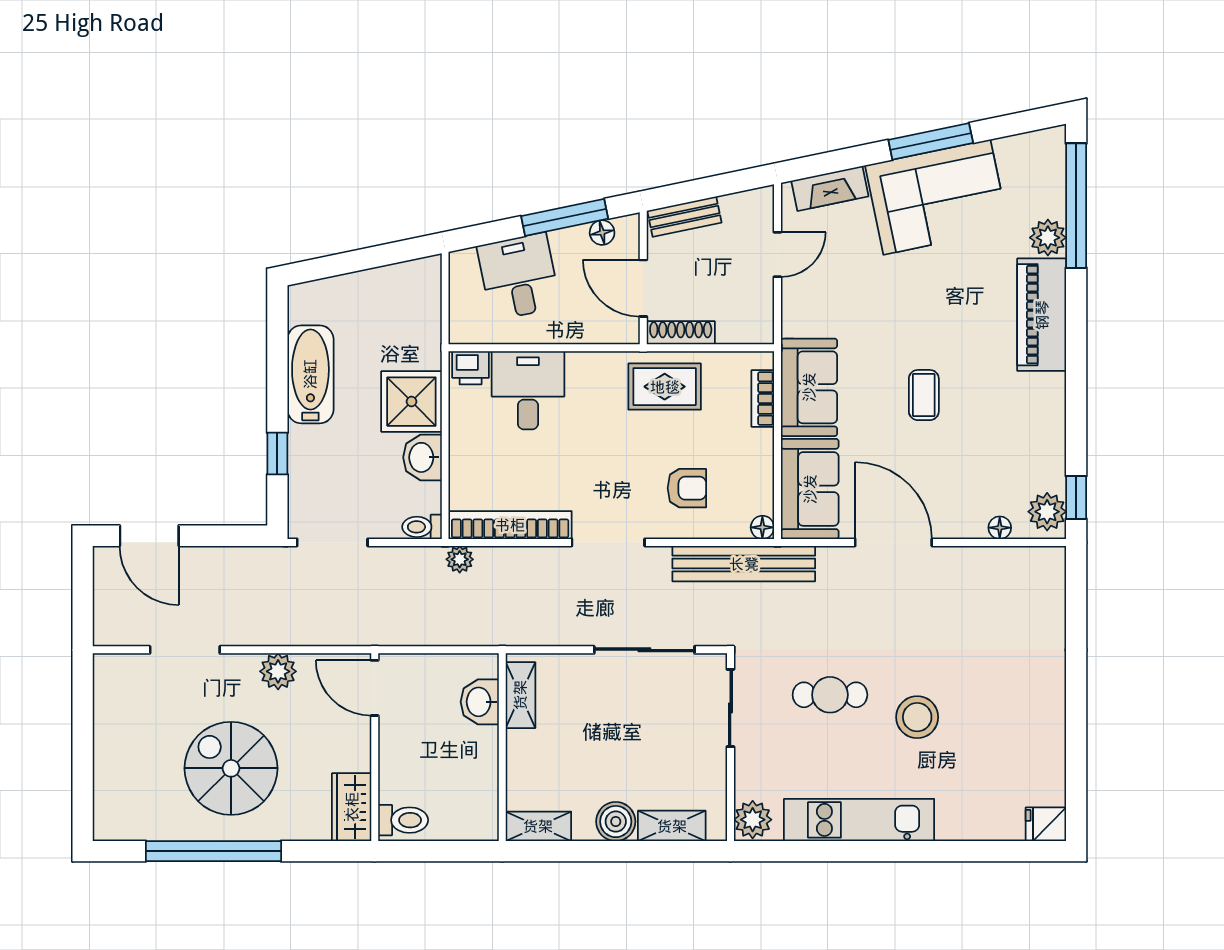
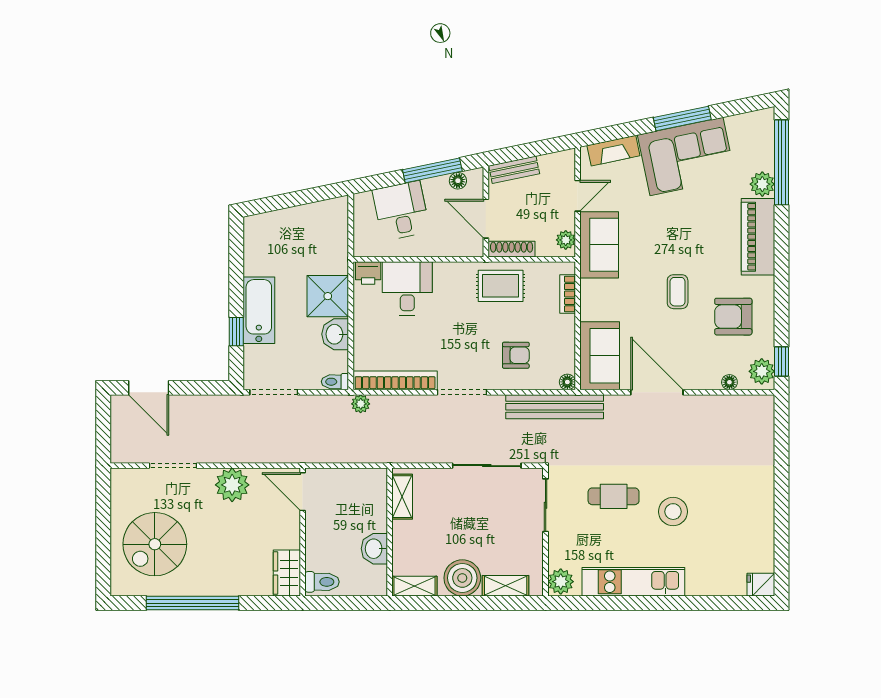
plant: (760, 319) -> (566, 240), added
bathtub: (310, 374) -> (259, 310), moved
sofa: (809, 387) -> (599, 245), moved
armchair: (1005, 432) -> (733, 317), added
plant: (278, 671) -> (232, 485), width x1.36, depth x1.36
washbasin: (480, 702) -> (374, 549), moved
spiral stairs: (231, 768) -> (155, 544), moved, turned -90
boiler: (616, 822) -> (462, 578), width x1.37, depth x1.37

